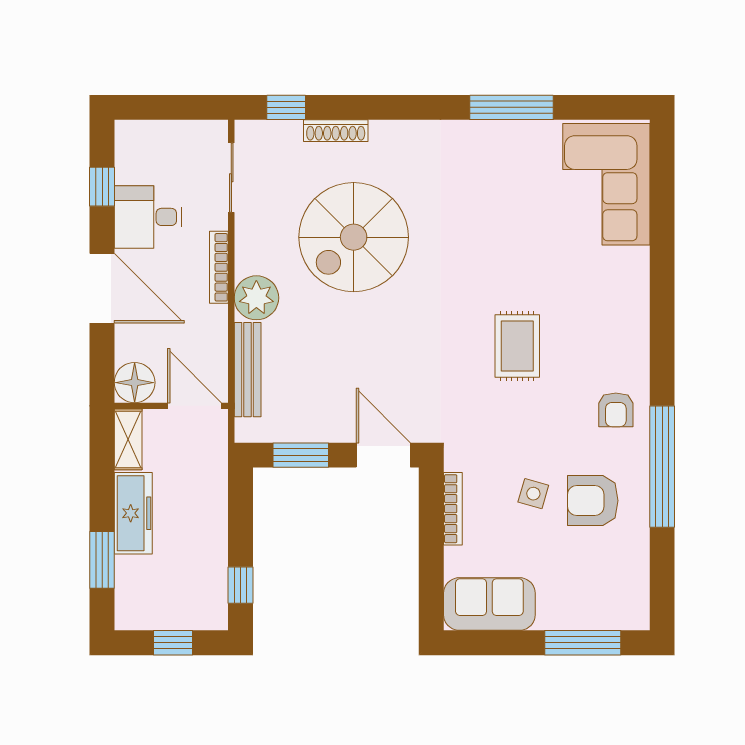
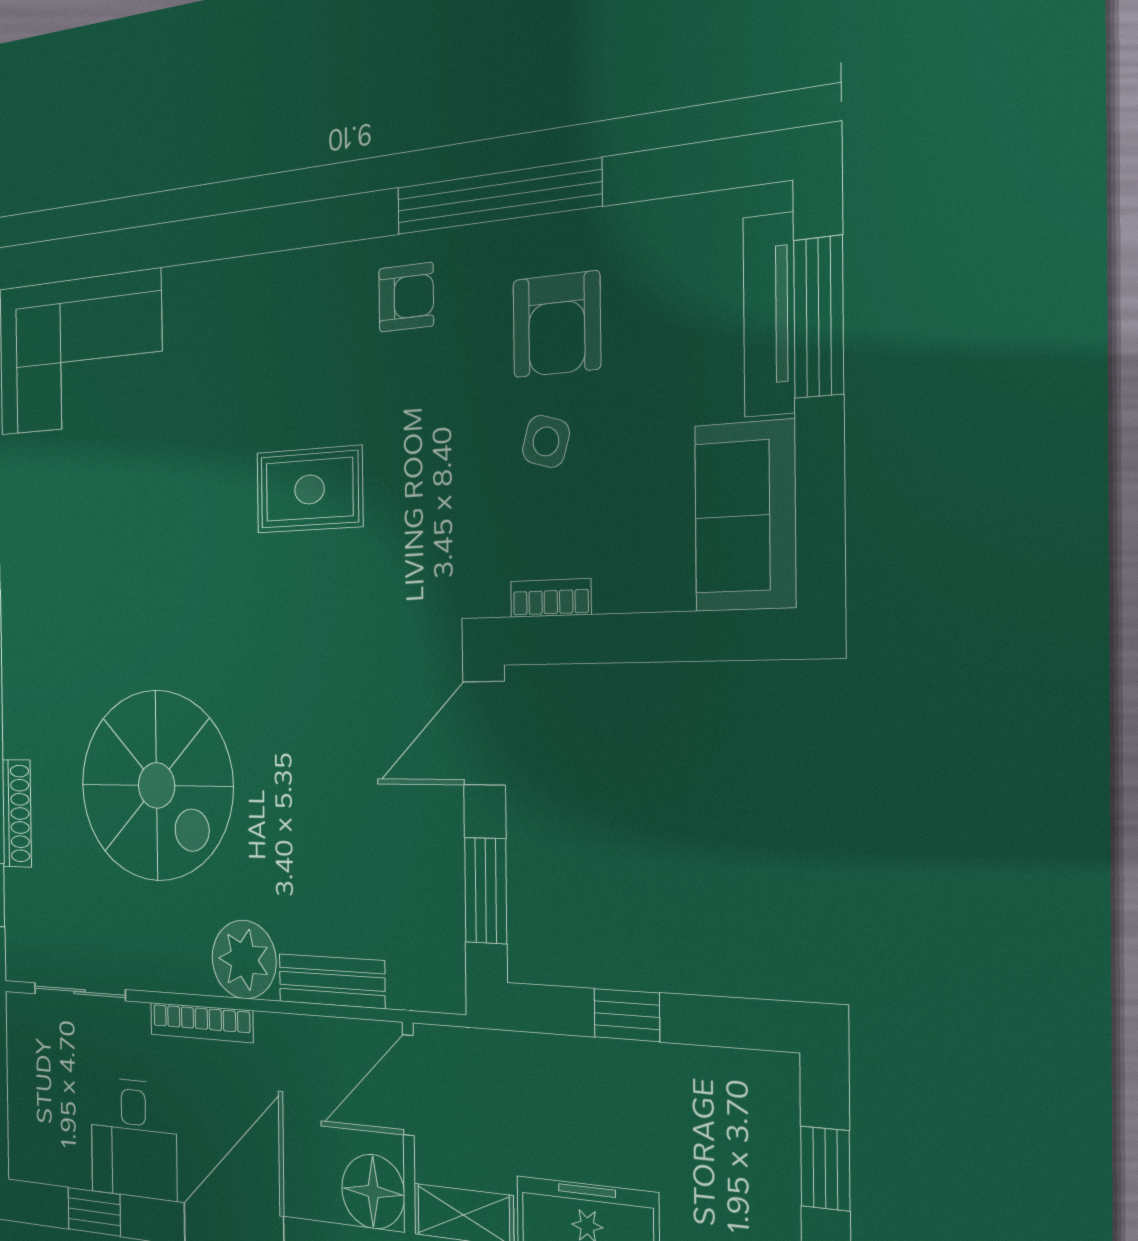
bench: (248, 370) -> (332, 981), width x0.73
bookcase: (453, 509) -> (551, 598), width x0.64
window: (240, 585) -> (627, 1015), moved
tv unit: (586, 617) -> (769, 315), added

